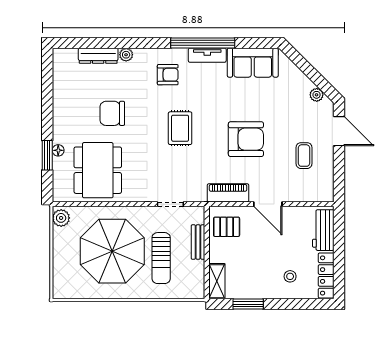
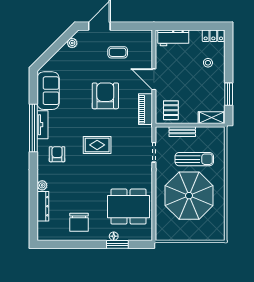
chair: (112, 113) -> (79, 222), moved
door: (268, 204) -> (154, 79), swing flipped
plant: (61, 218) -> (164, 234), removed
locker: (326, 275) -> (213, 36), width x0.66

